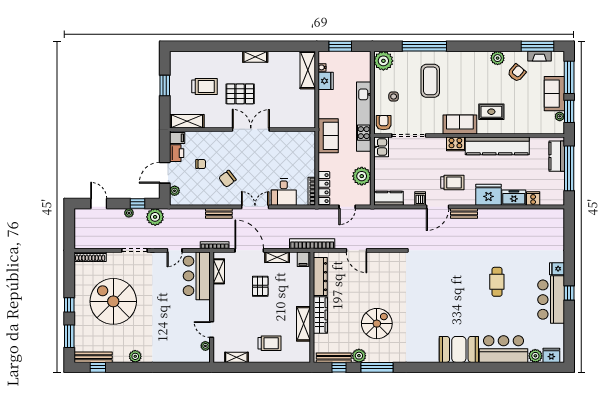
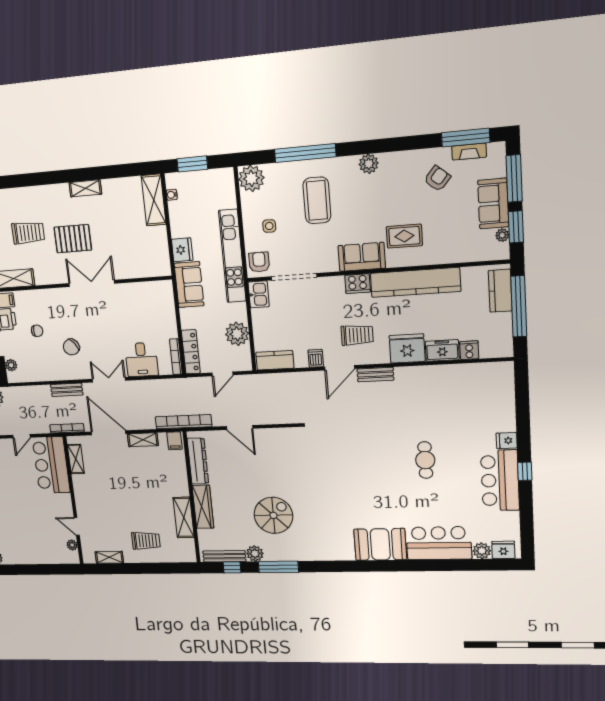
plant: (498, 58) -> (369, 164), moved
fridge: (326, 81) -> (182, 250), moved
pallet: (260, 286) -> (127, 475), removed

